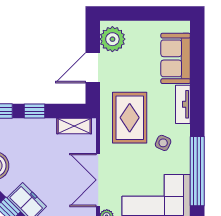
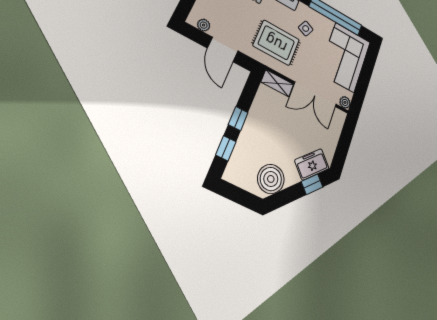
plant: (112, 39) -> (204, 25), width x0.53, depth x0.53
shelving: (74, 126) -> (277, 83), moved, turned 90

